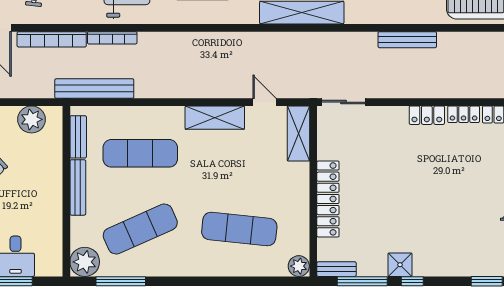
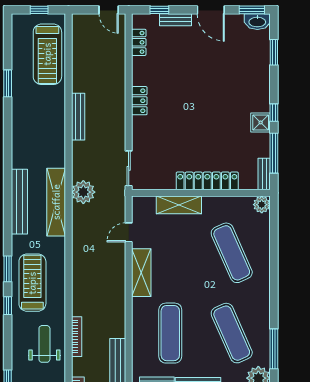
bookcase: (112, 38) -> (77, 337), moved
plant: (314, 46) -> (83, 192), added
locker: (464, 114) -> (139, 71), removed
shelving: (298, 133) -> (179, 205), moved
exercise mat: (239, 229) -> (232, 253), turned -30

